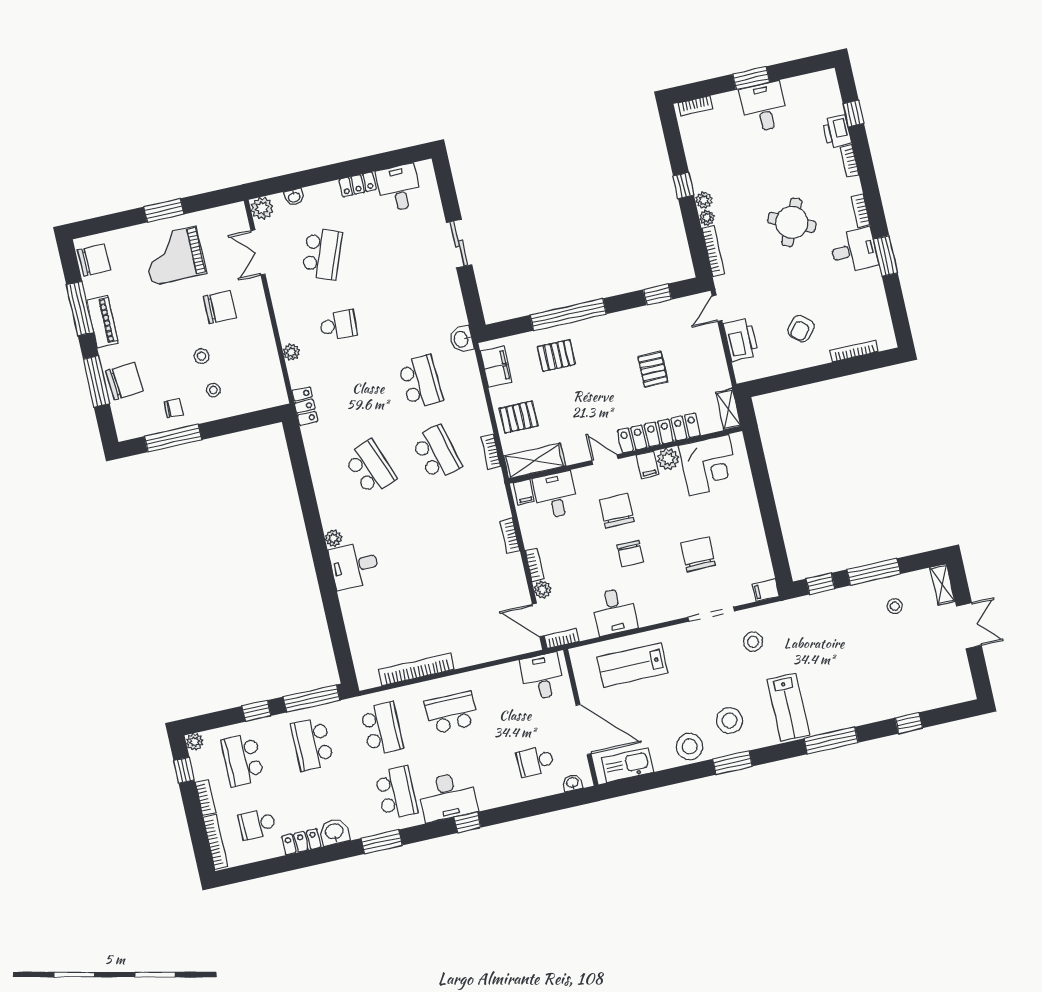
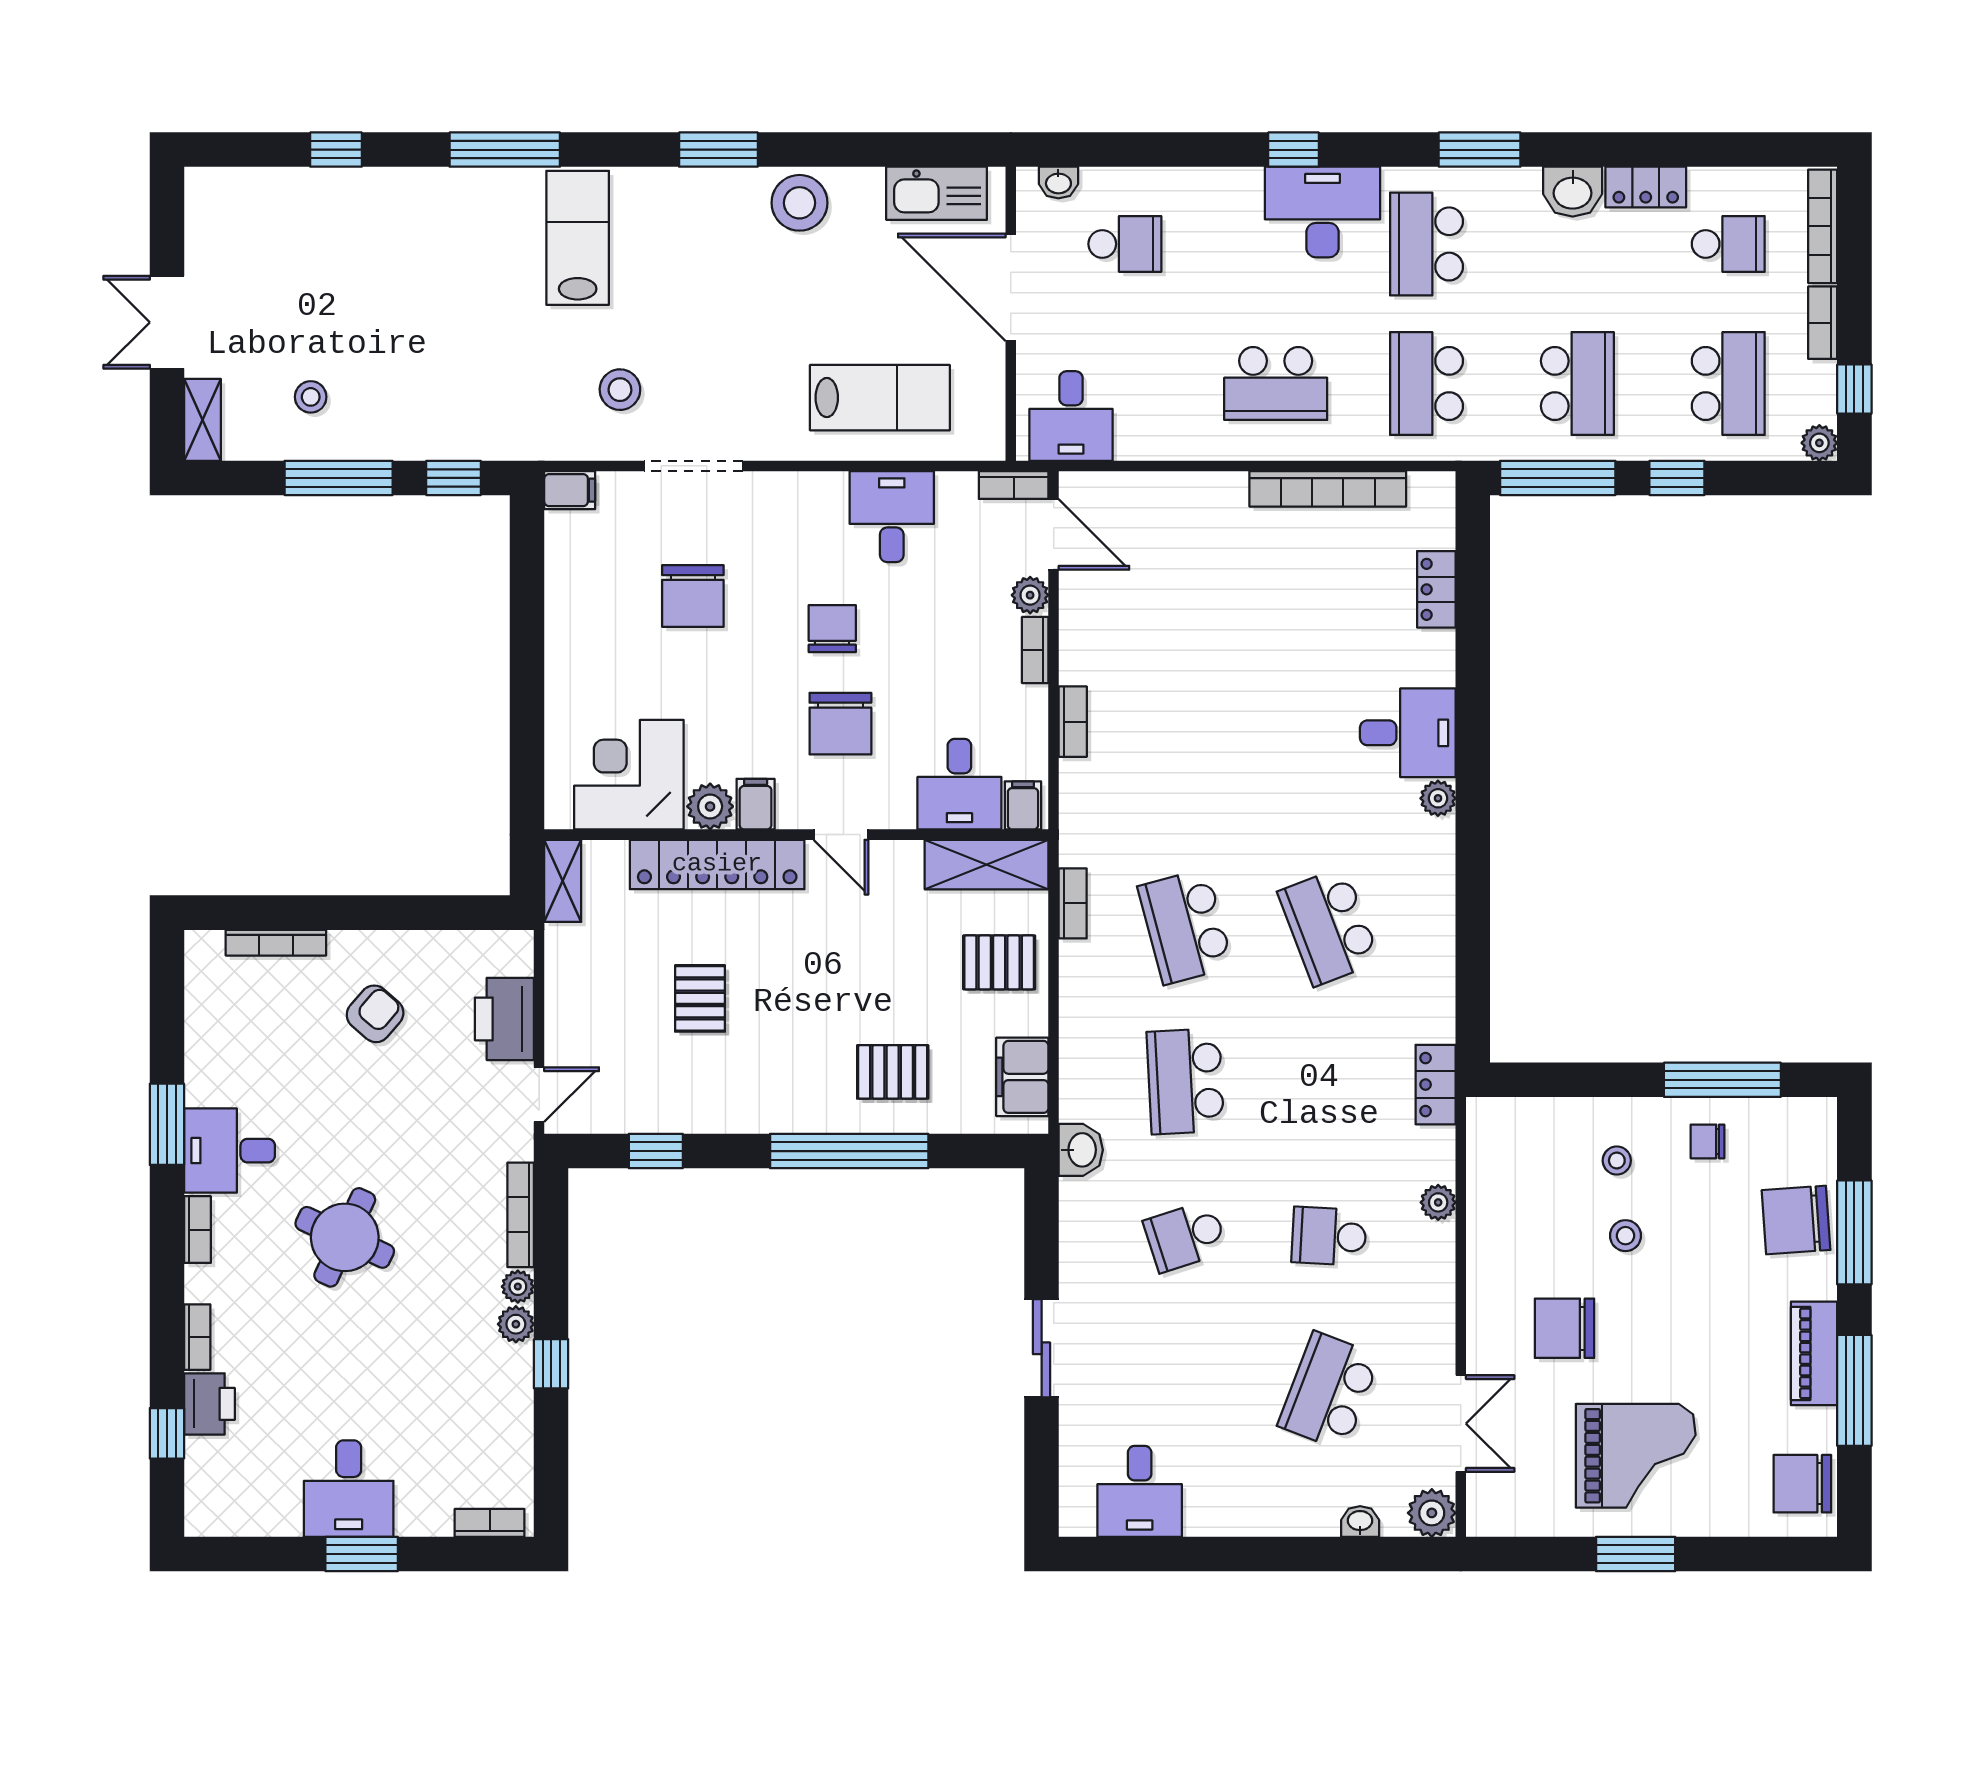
locker: (358, 184) -> (1436, 589), moved, turned -90
school desk: (404, 310) -> (1185, 1236), added
stool: (730, 720) -> (705, 238), removed

